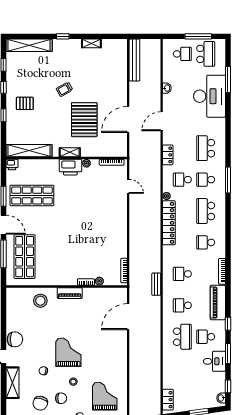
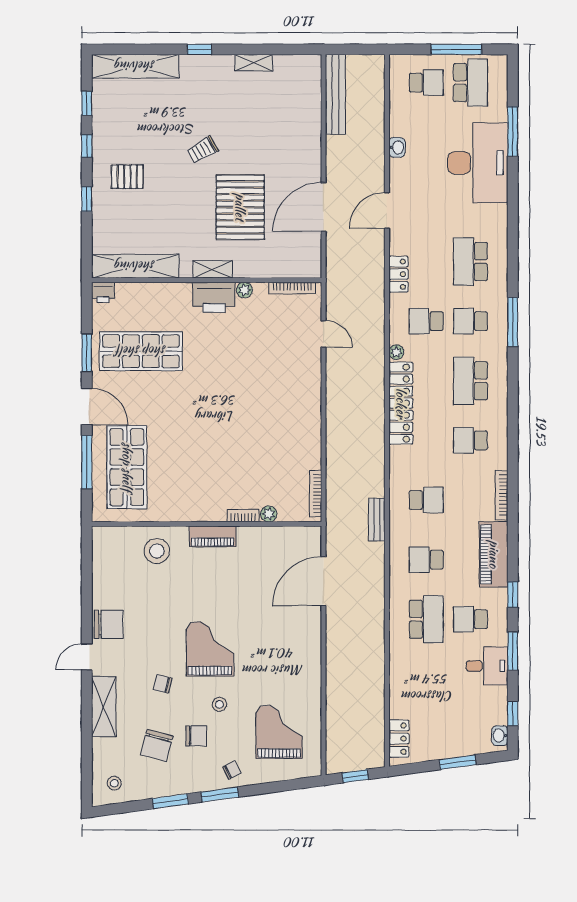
school desk: (182, 274) -> (426, 500), turned 180

